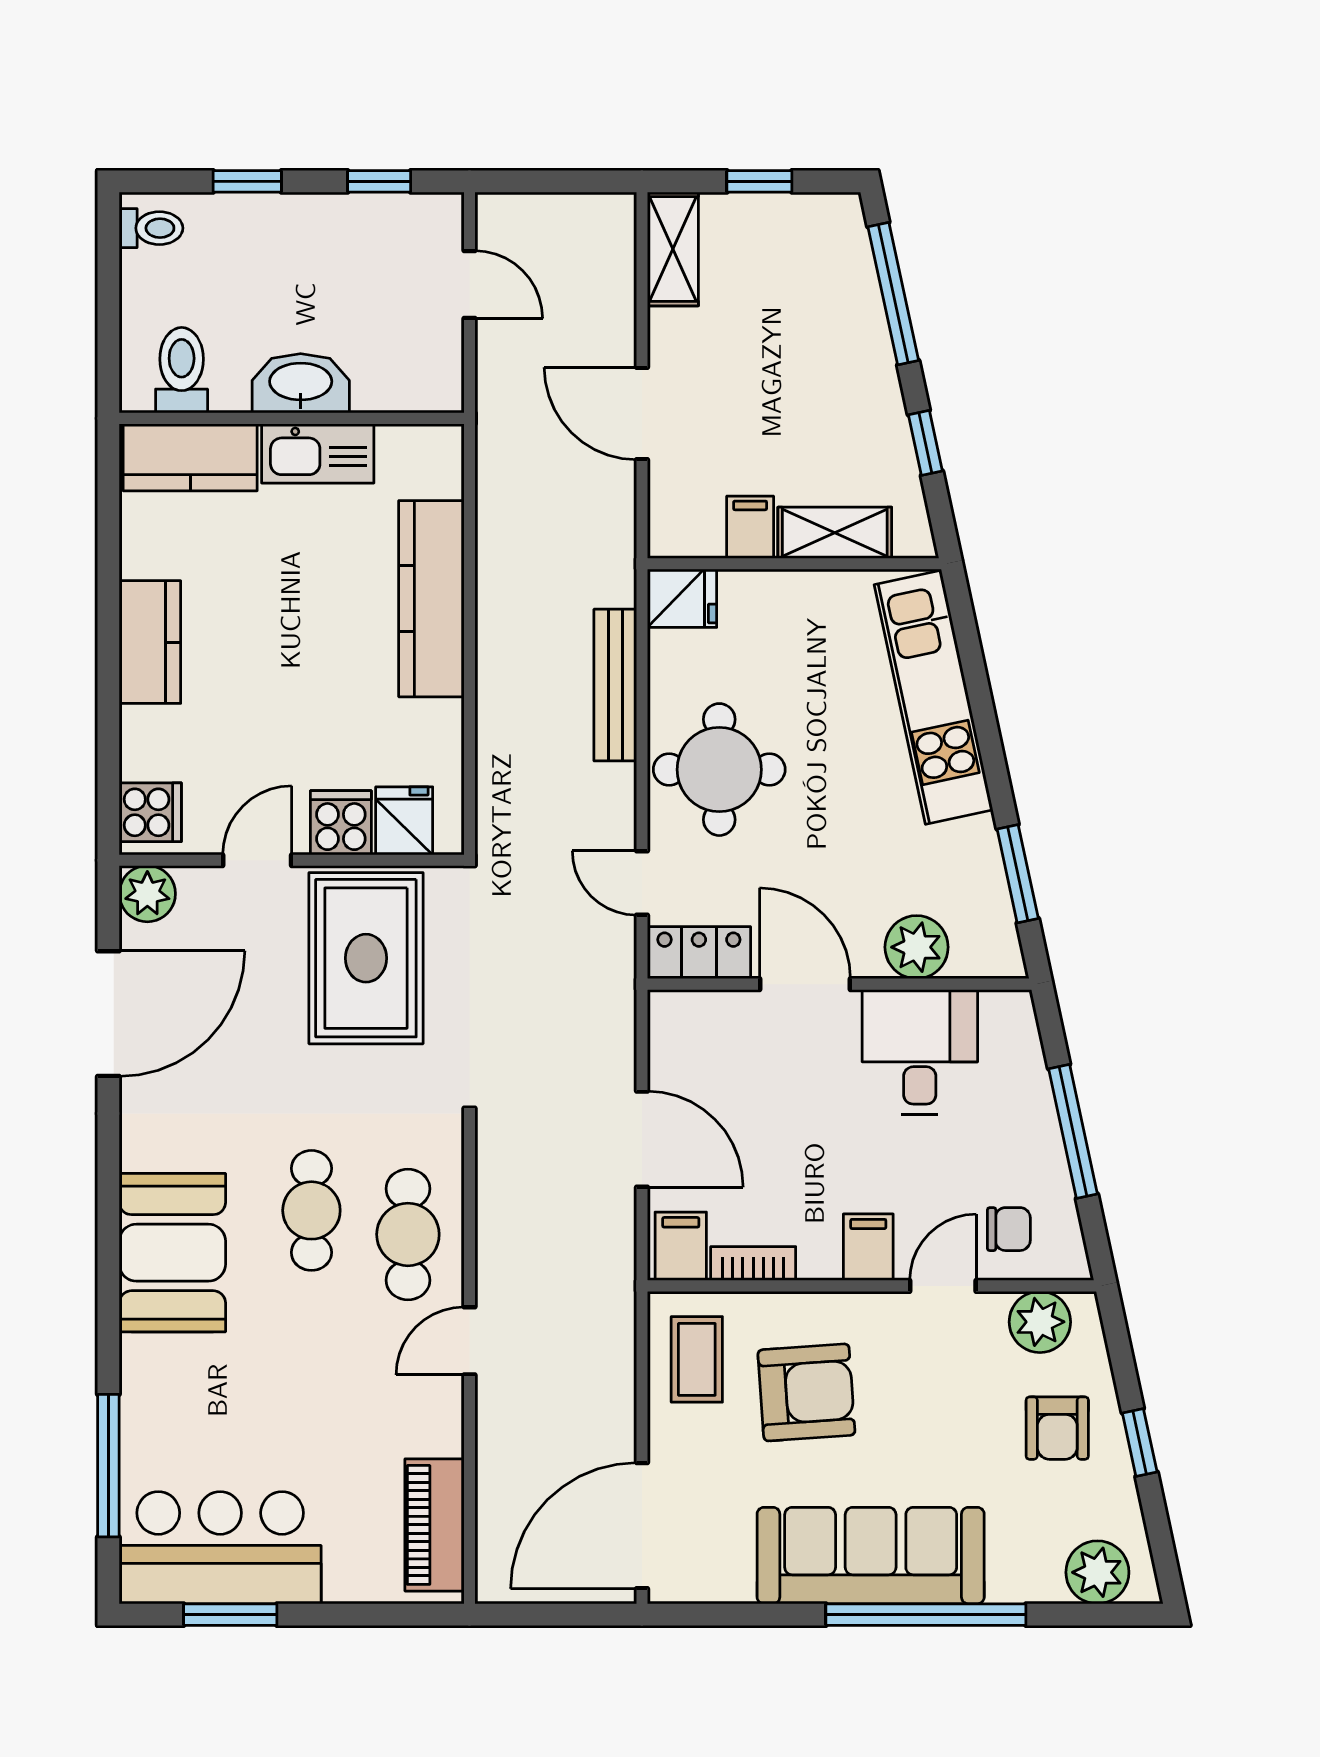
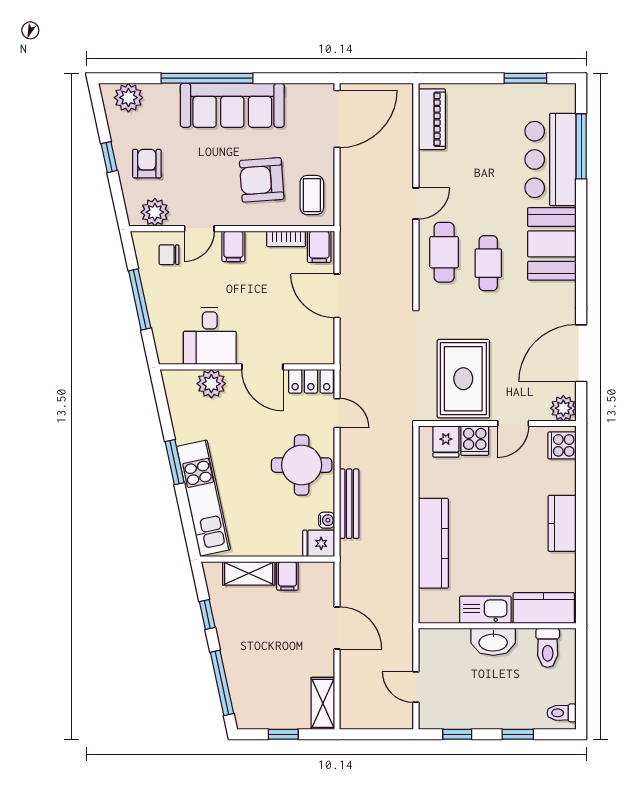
water cooler: (665, 649) -> (327, 520), added
window: (1018, 874) -> (175, 462), moved
bar counter: (220, 1548) -> (551, 159), moved, turned 90

